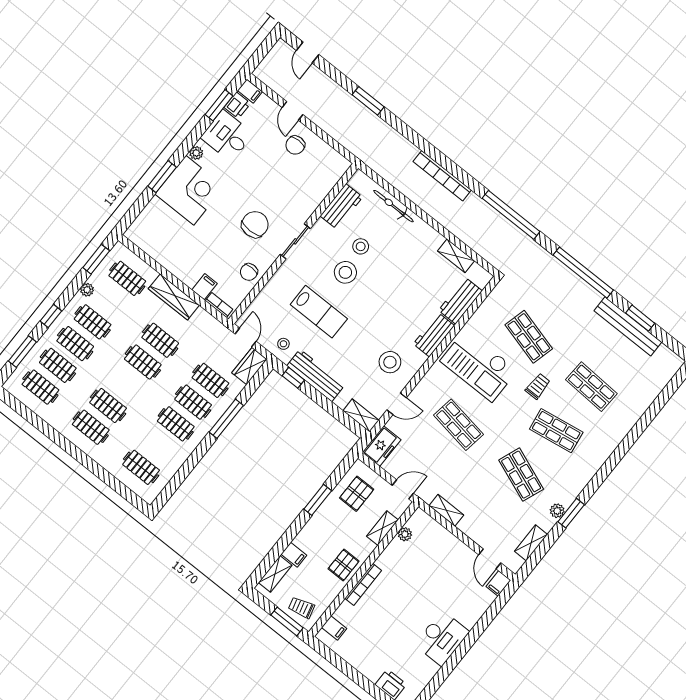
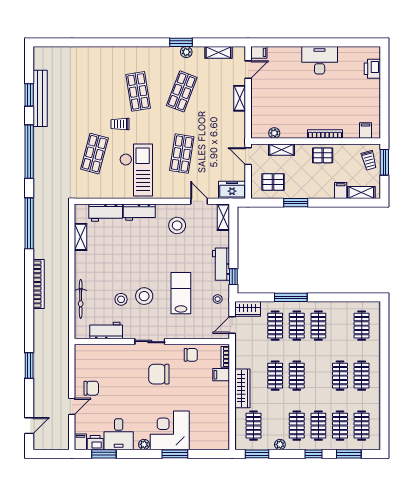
workbench: (316, 375) -> (221, 264), width x0.73
shop shelf: (591, 387) -> (94, 91), removed
shelving: (446, 510) -> (240, 98), moved

